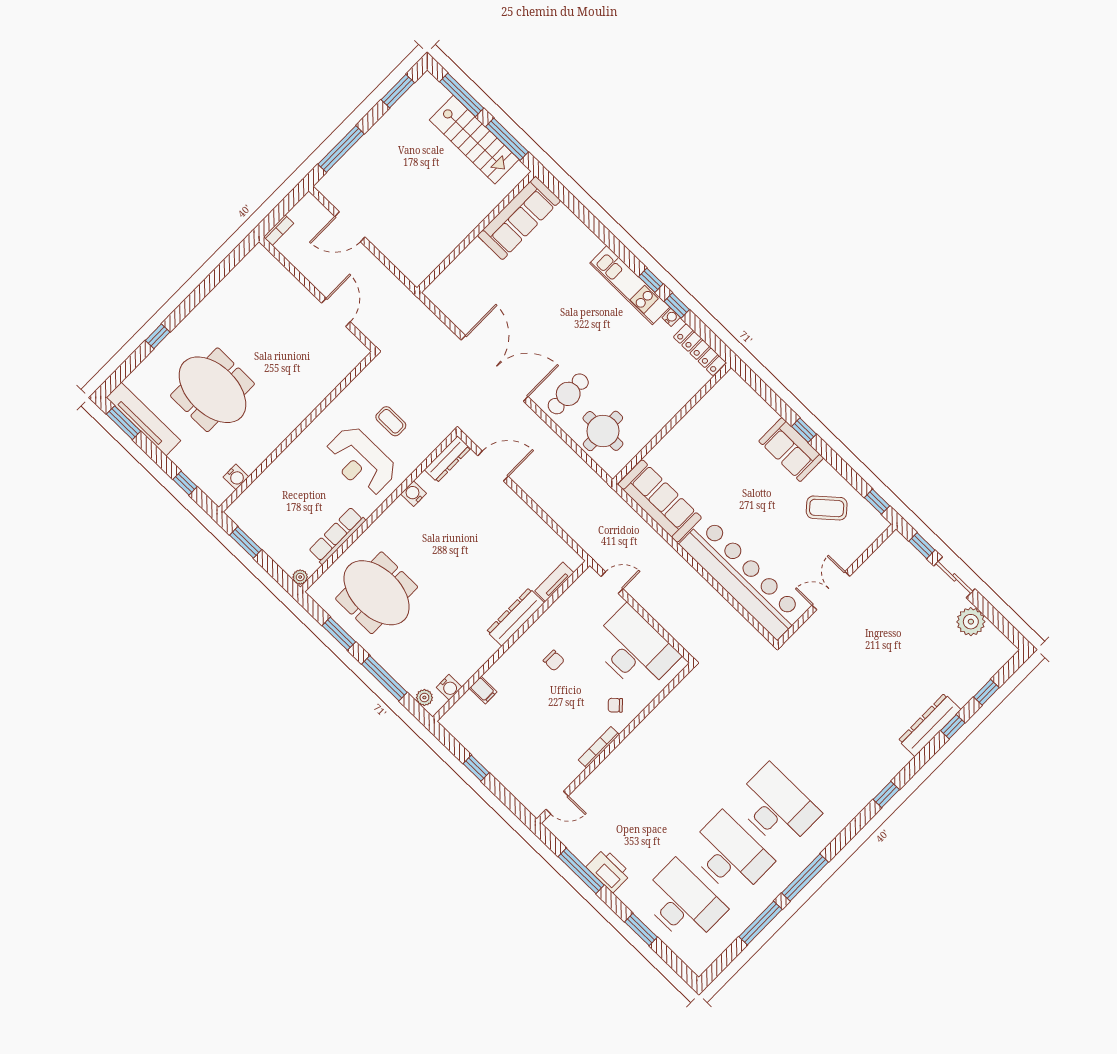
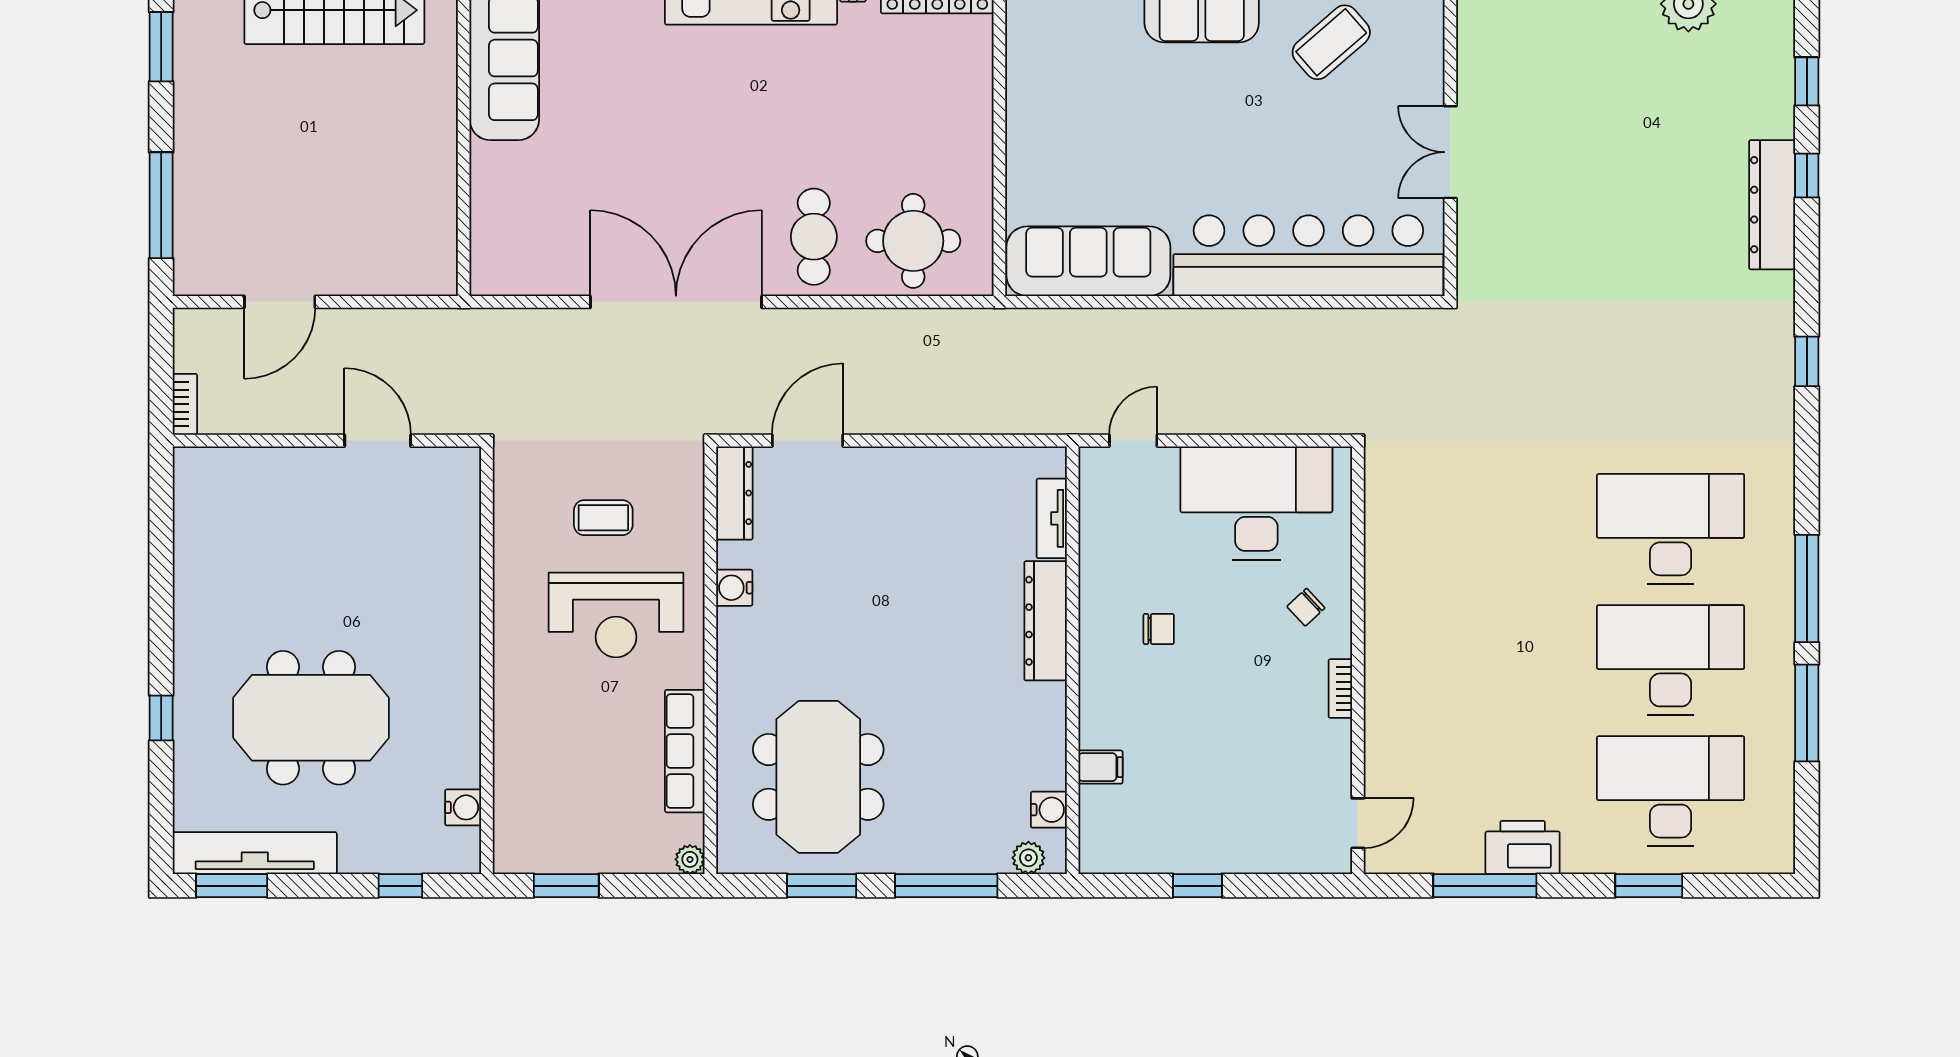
meeting table: (377, 593) -> (818, 777), turned 90
bookcase: (599, 747) -> (1340, 689), width x0.64

